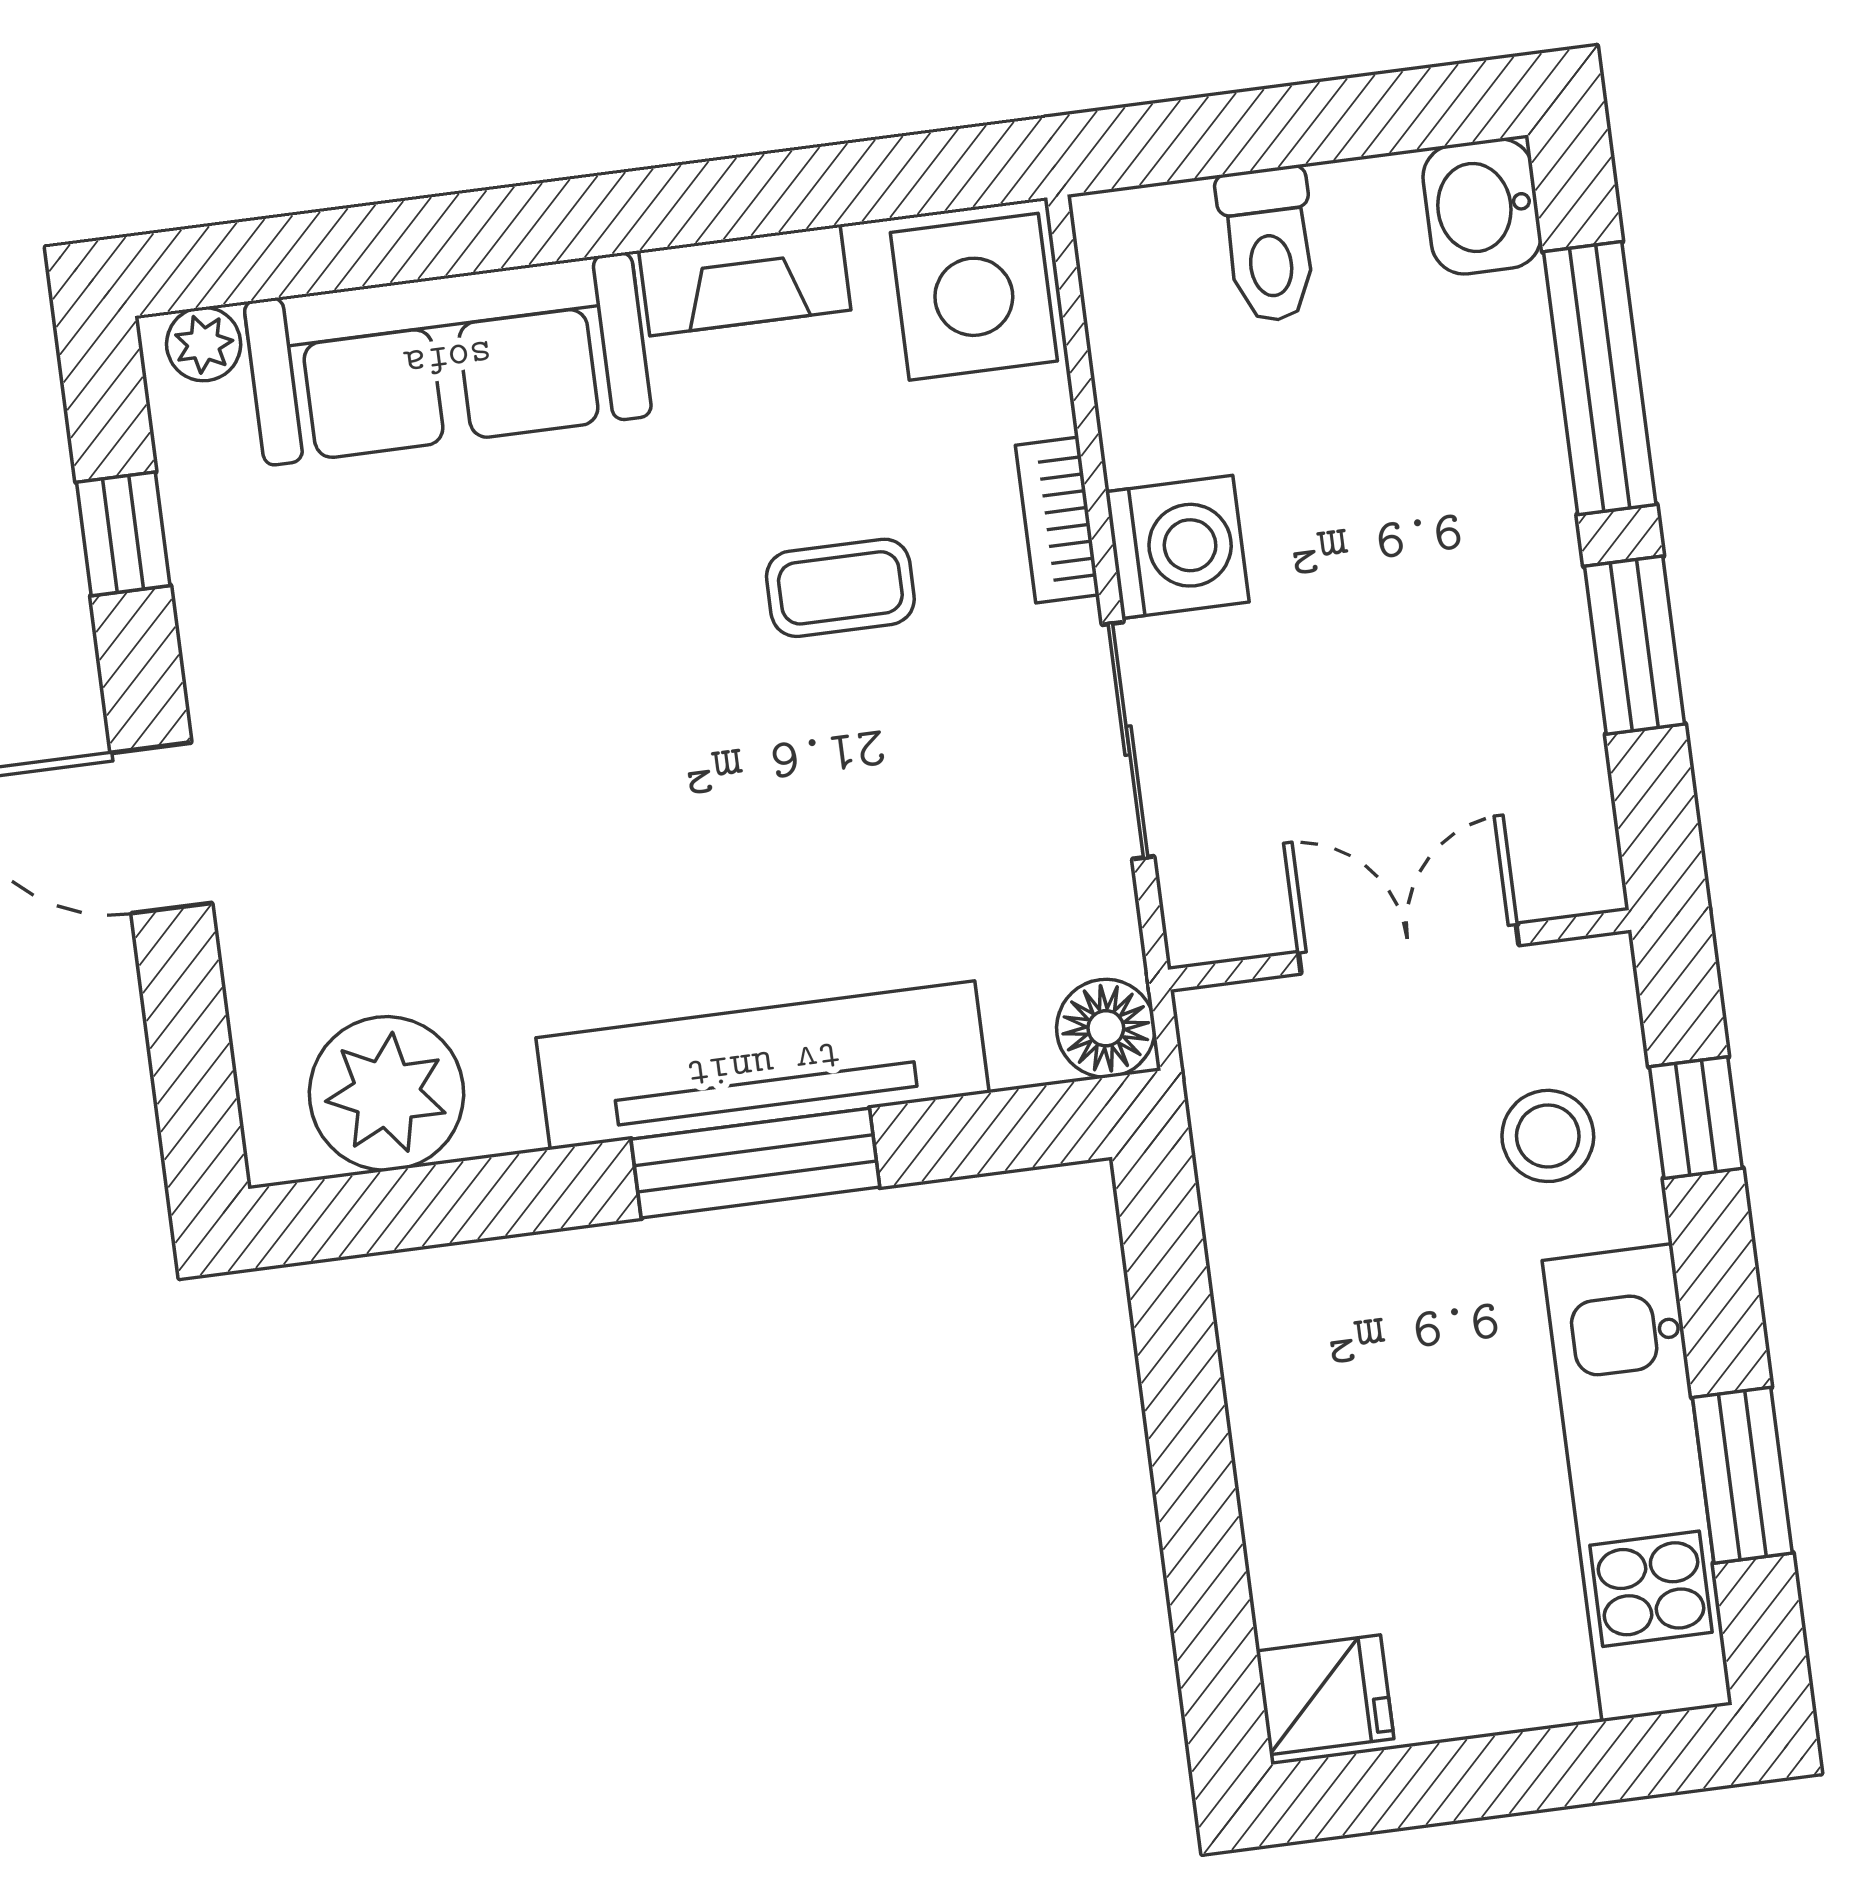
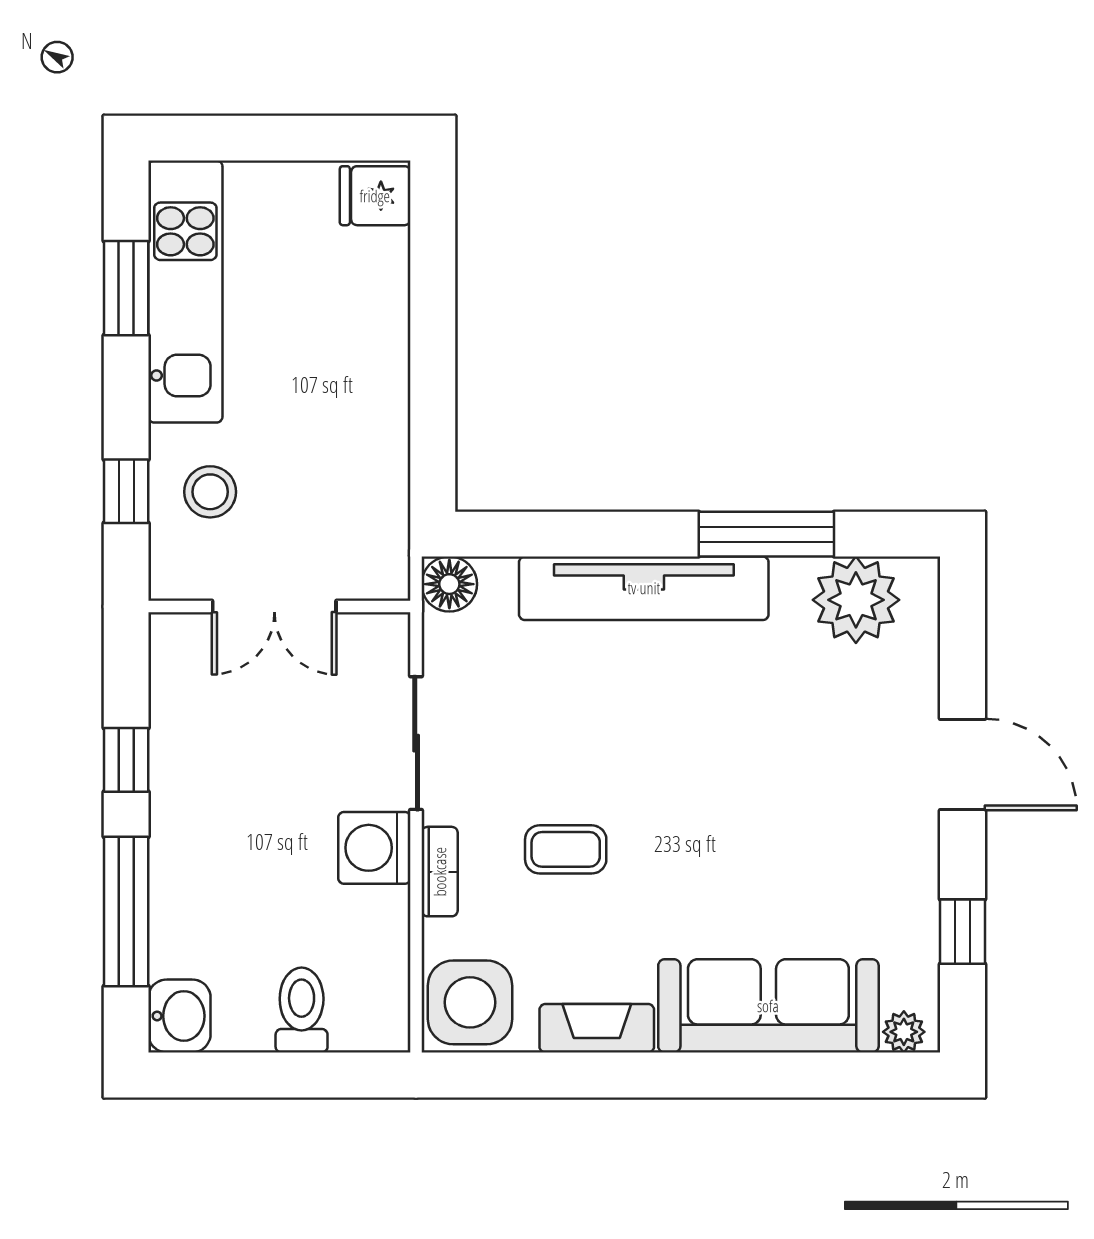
window: (1634, 645) -> (126, 760), width x0.67
window: (755, 1163) -> (766, 534), moved

